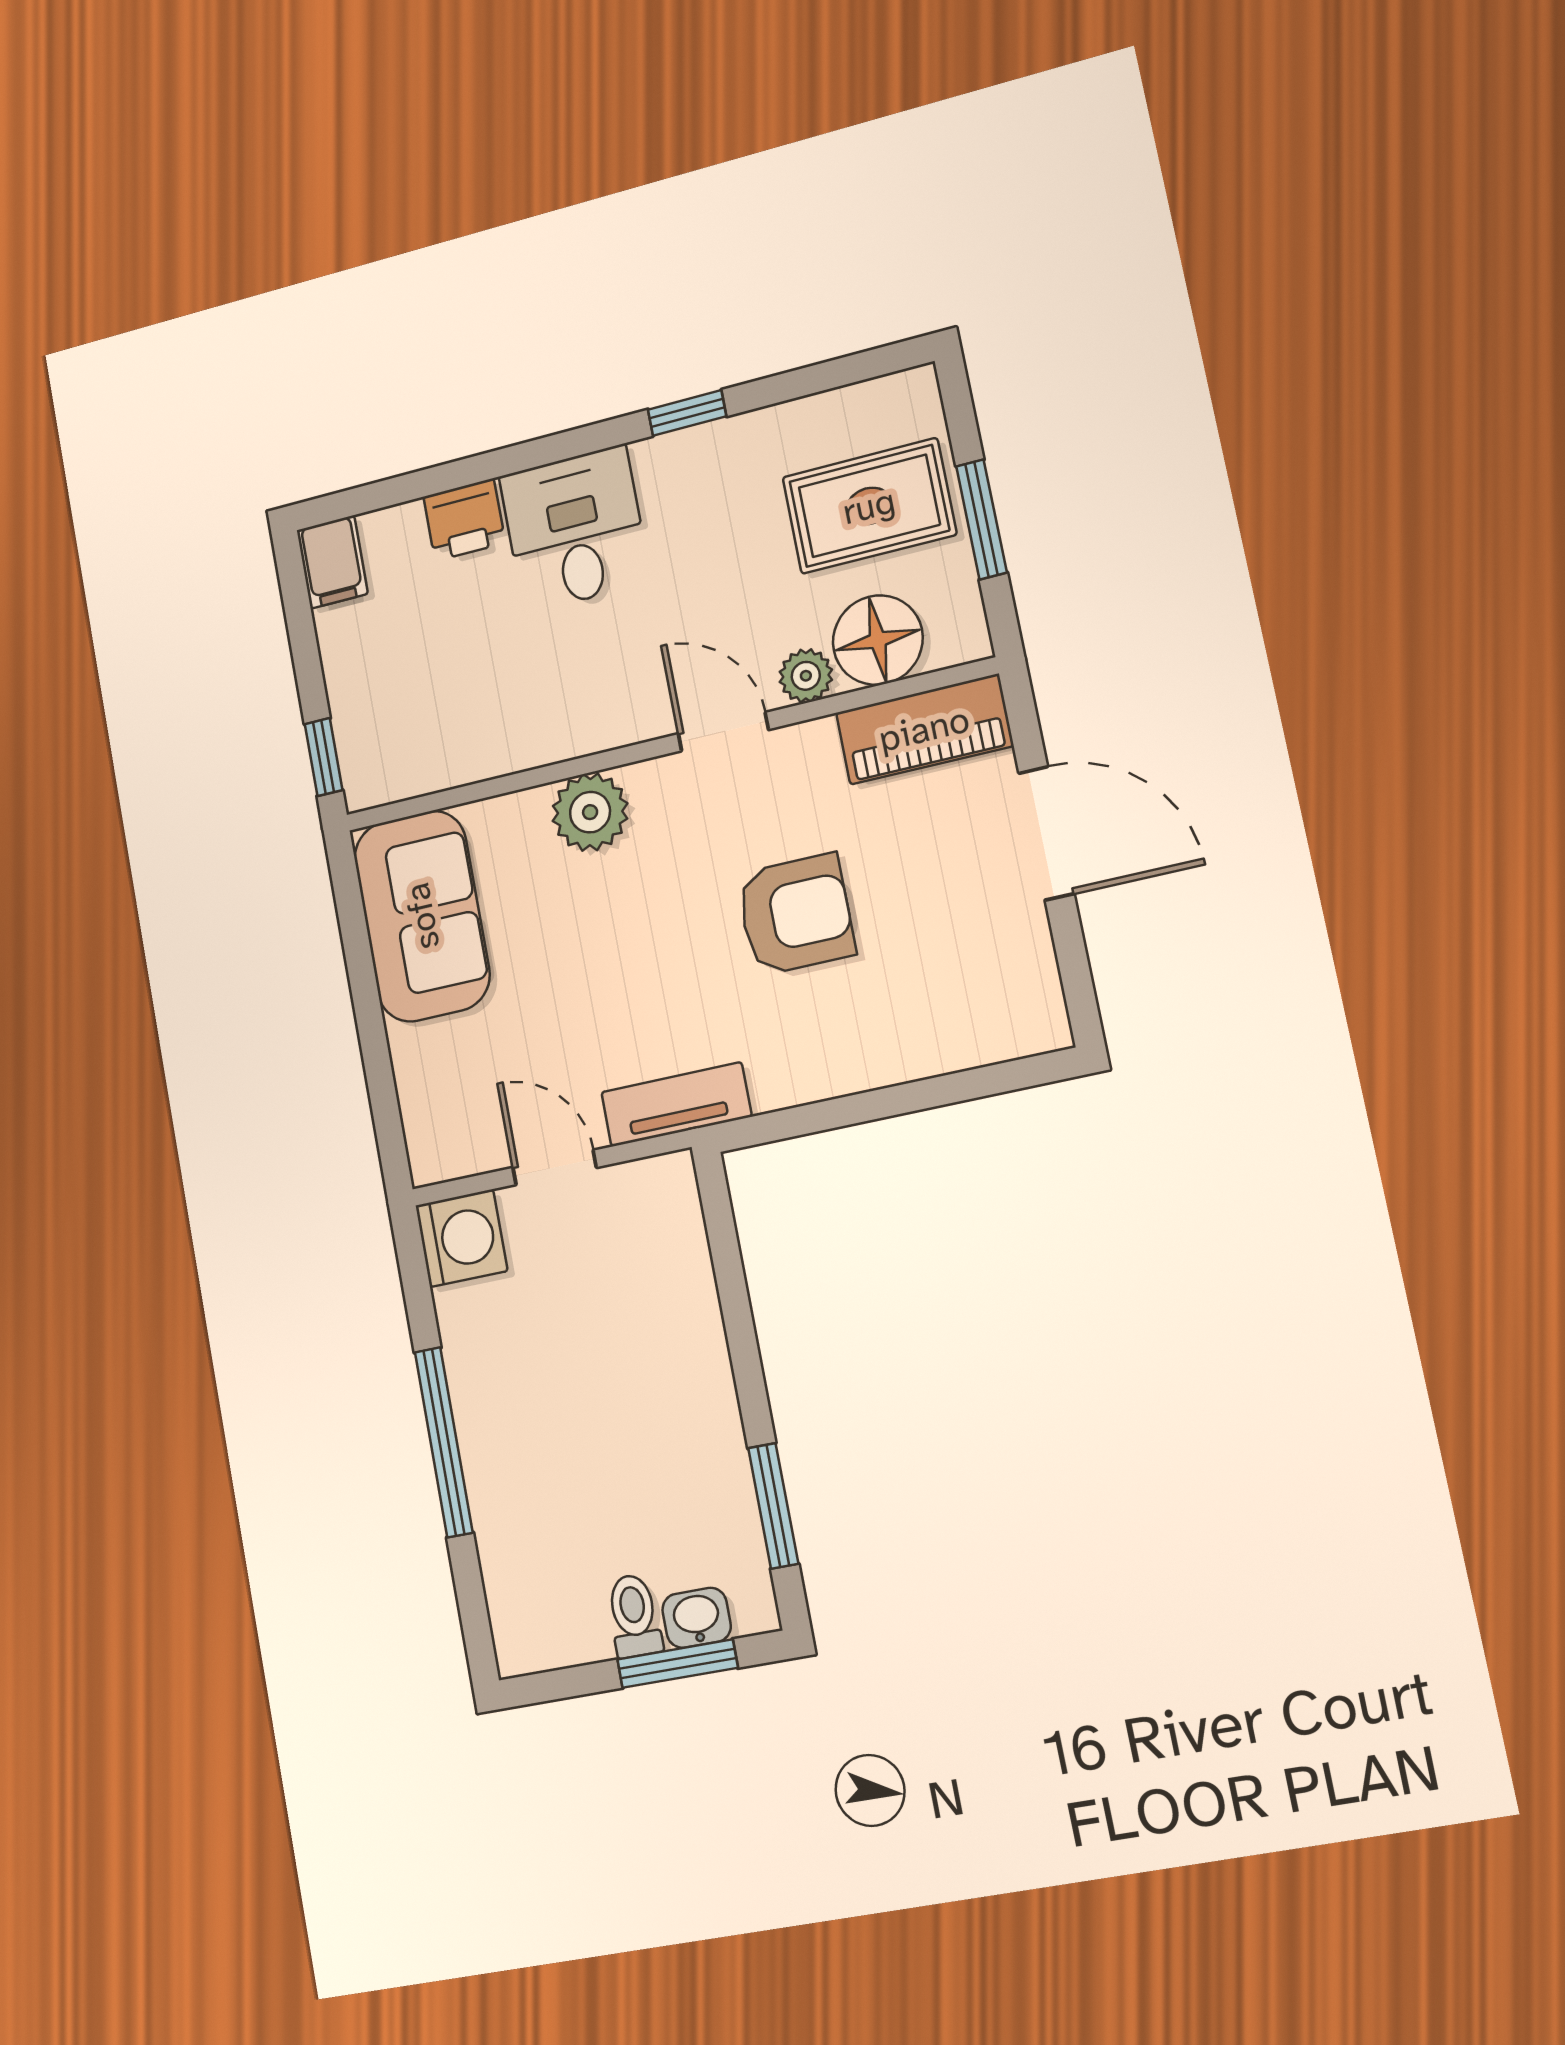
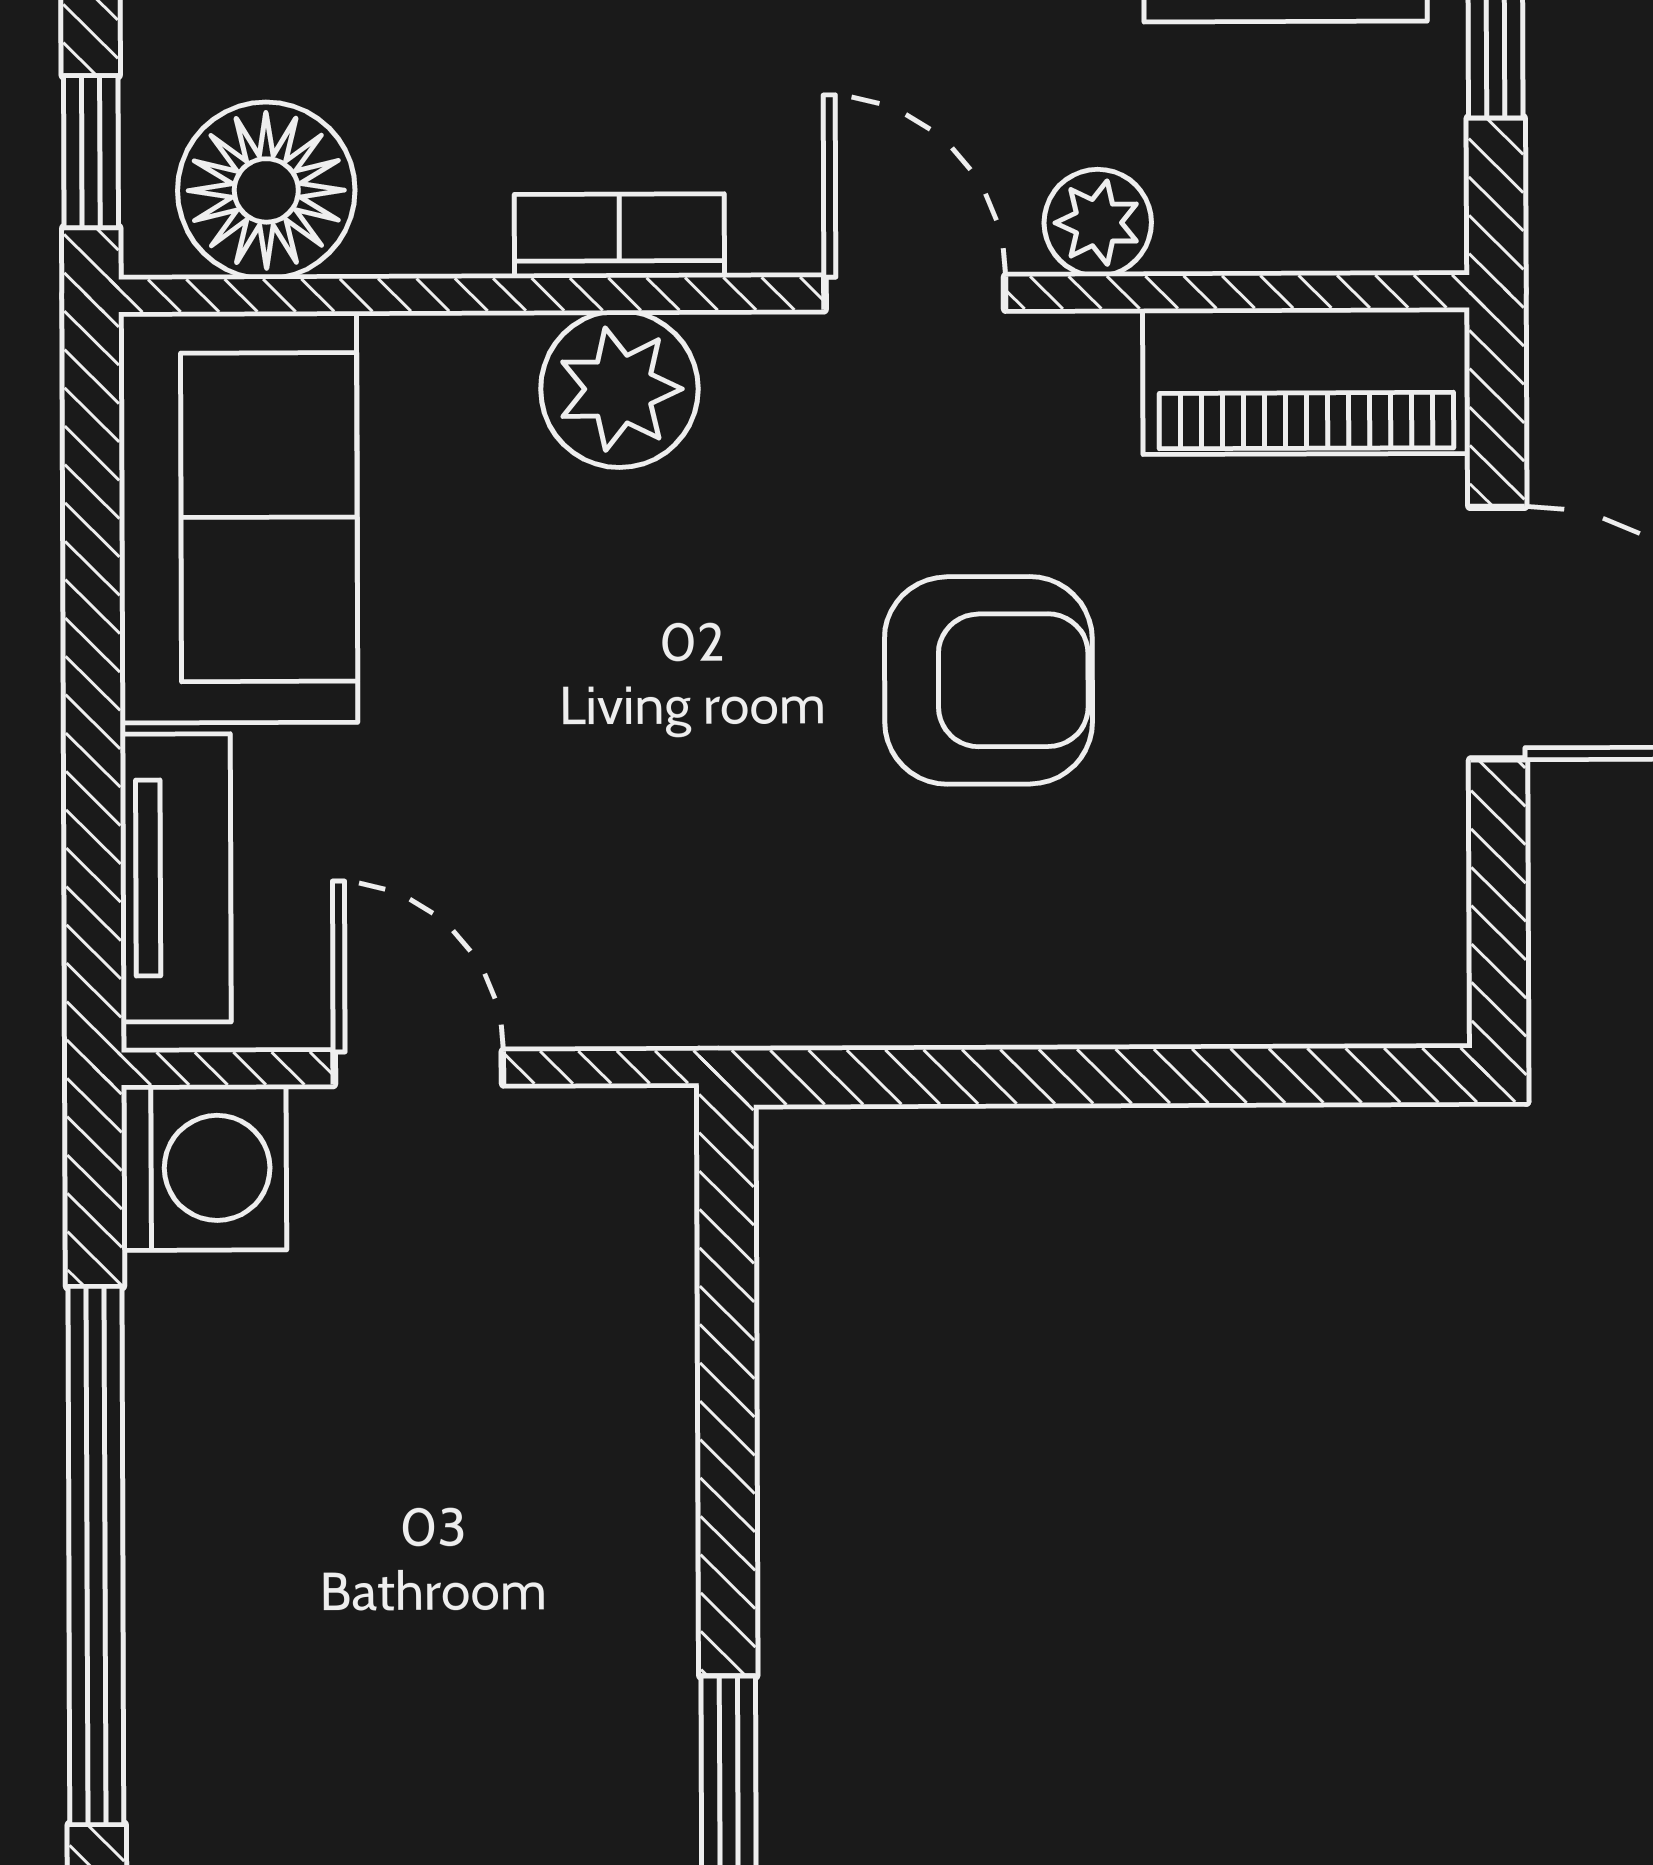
floor lamp: (878, 640) -> (266, 190), moved
bookcase: (576, 738) -> (619, 236), added
tv unit: (676, 1104) -> (176, 878), moved, turned 90
window: (444, 1442) -> (96, 1555), width x1.46

